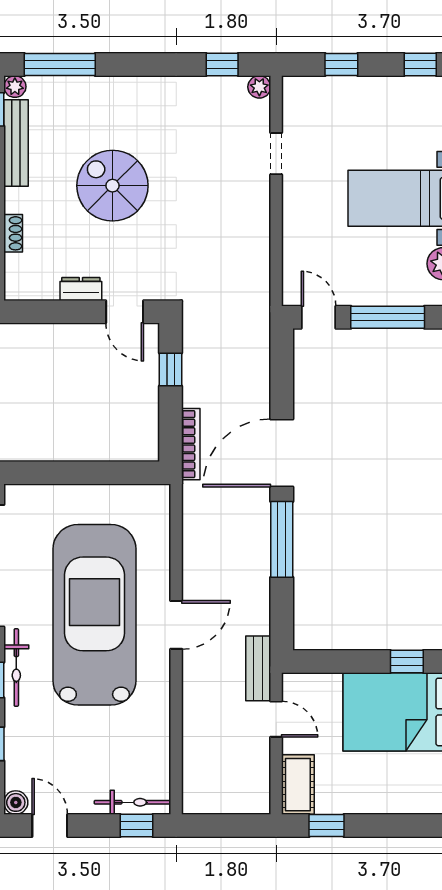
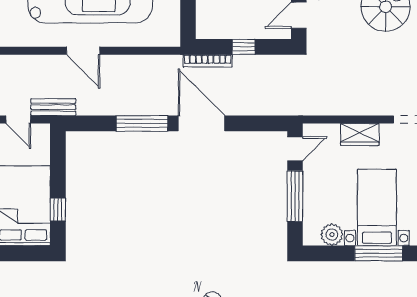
wardrobe: (298, 223) -> (360, 134), added
window: (171, 369) -> (244, 47), moved
door: (276, 719) -> (18, 120), hinge flipped

